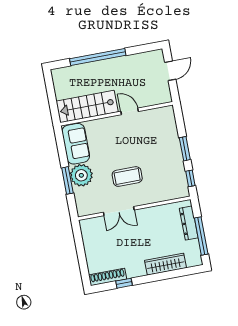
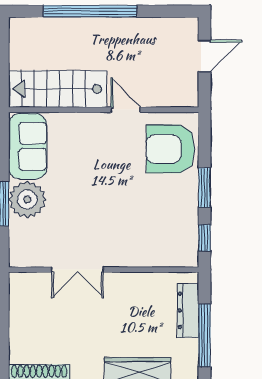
armchair: (160, 130) -> (170, 149), added
coffee table: (127, 177) -> (102, 216), removed

